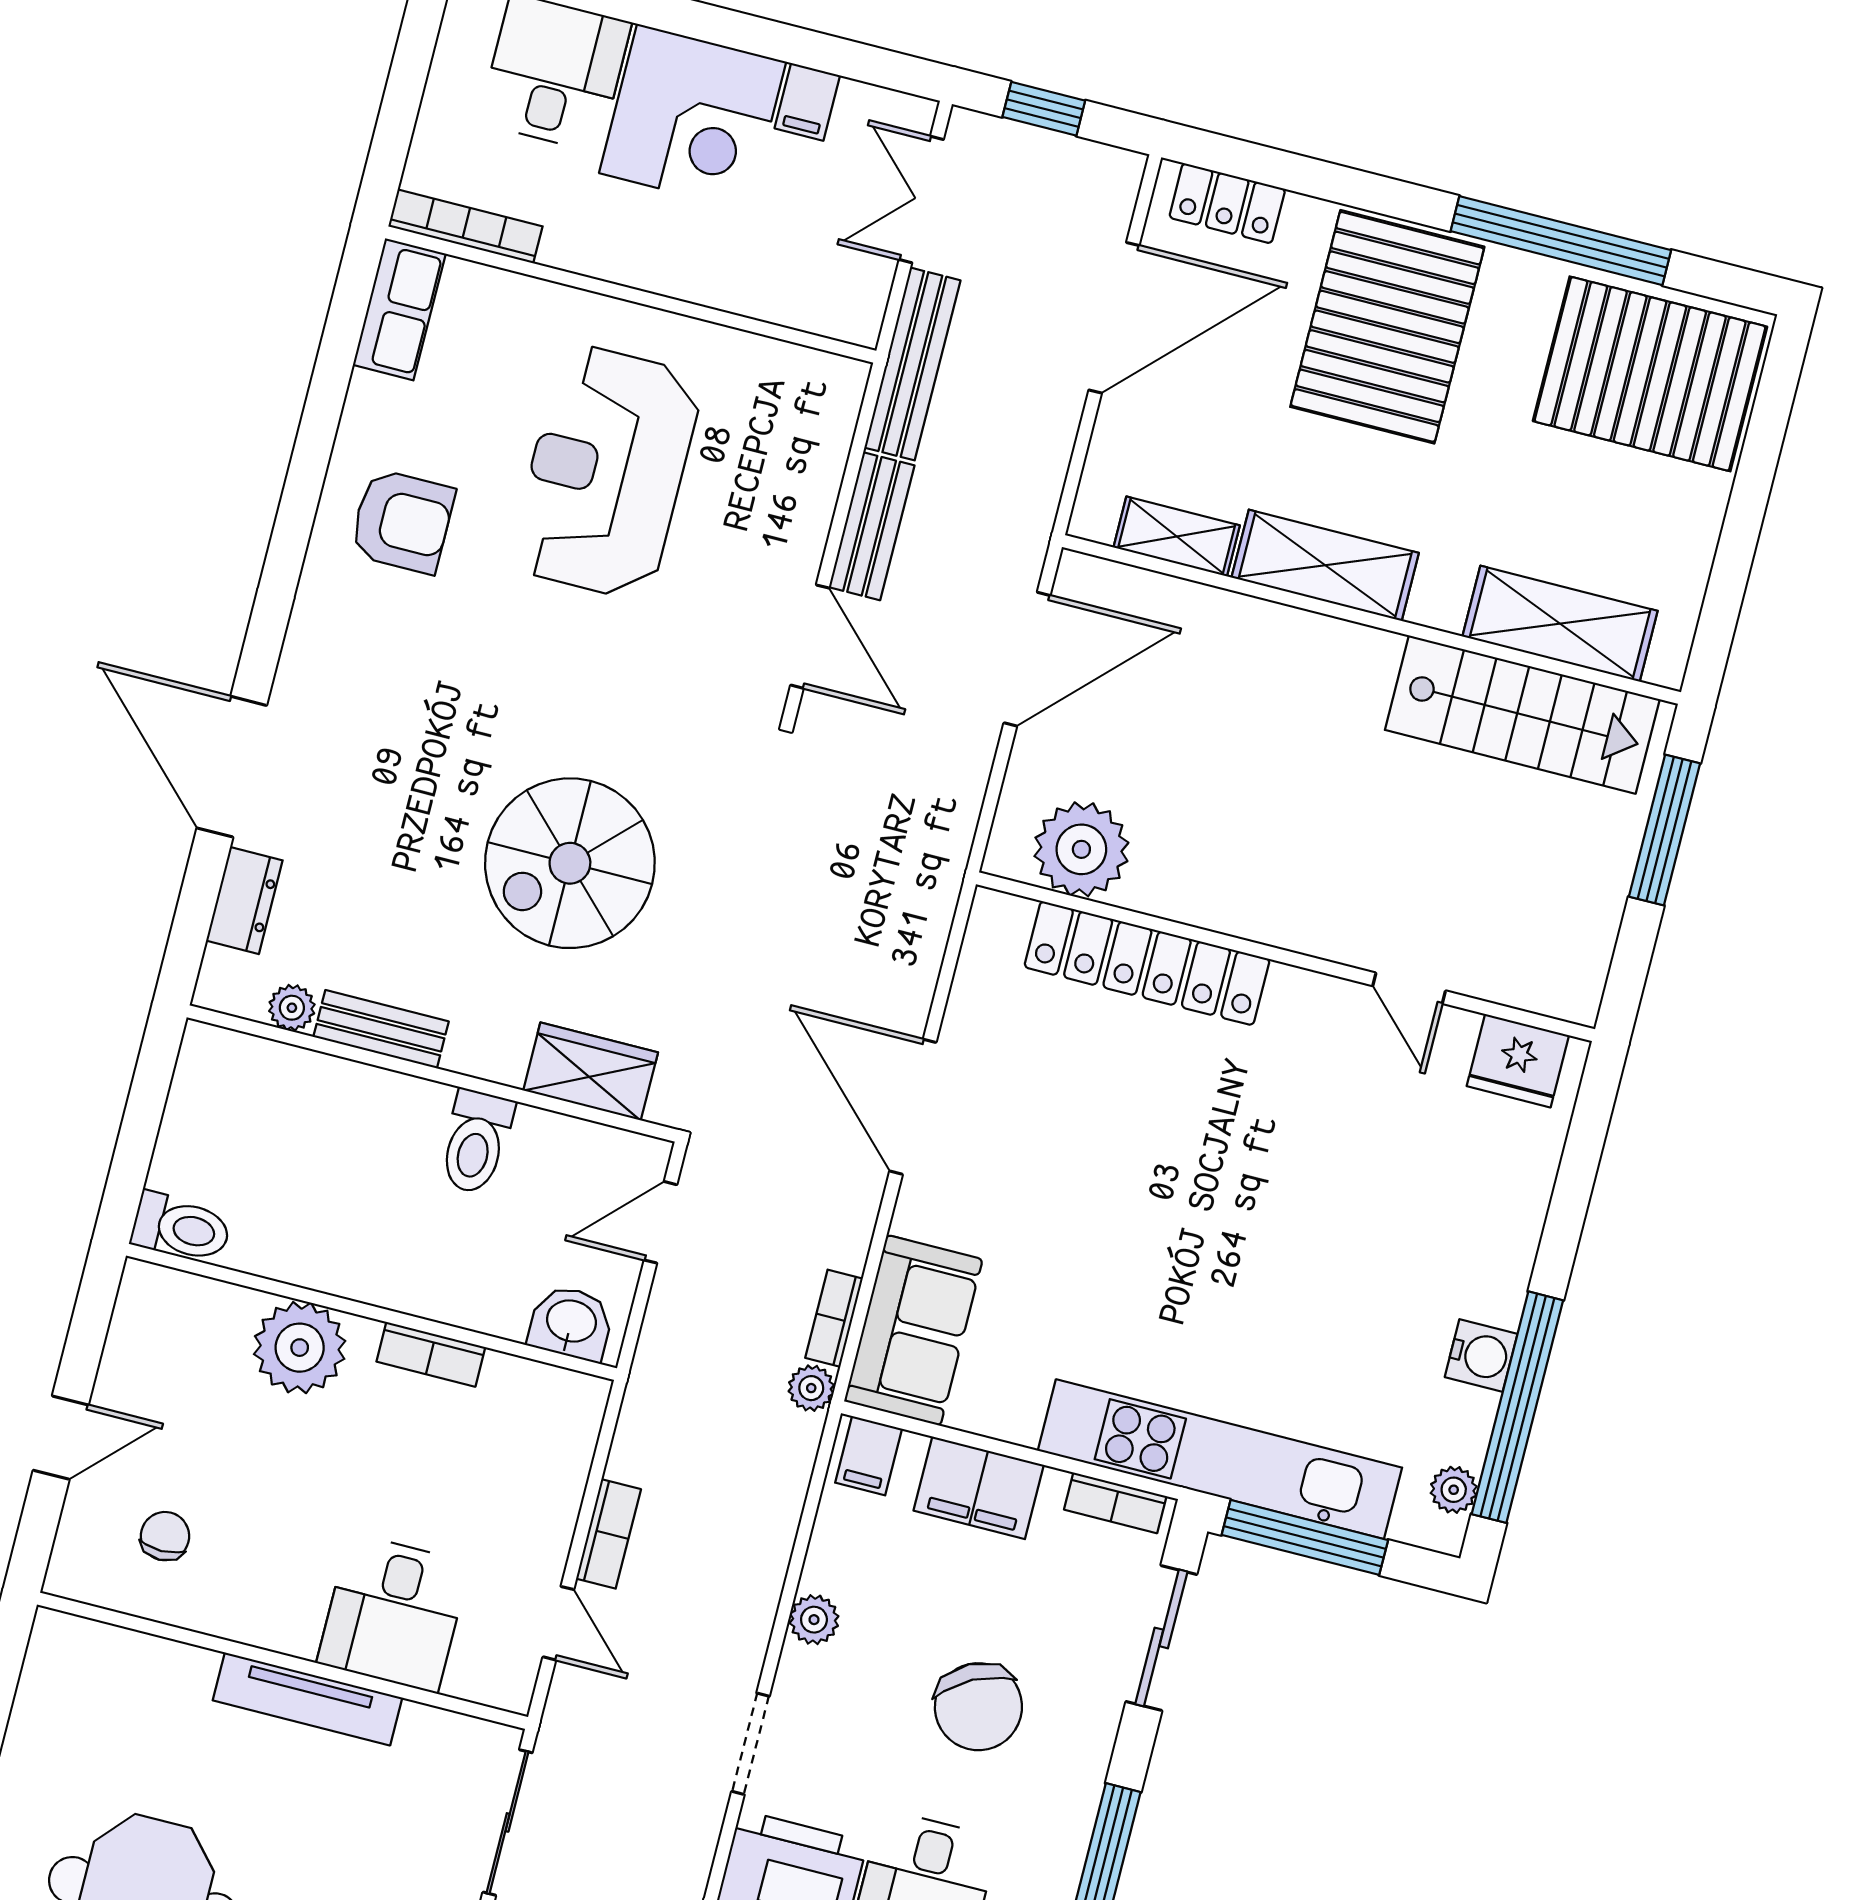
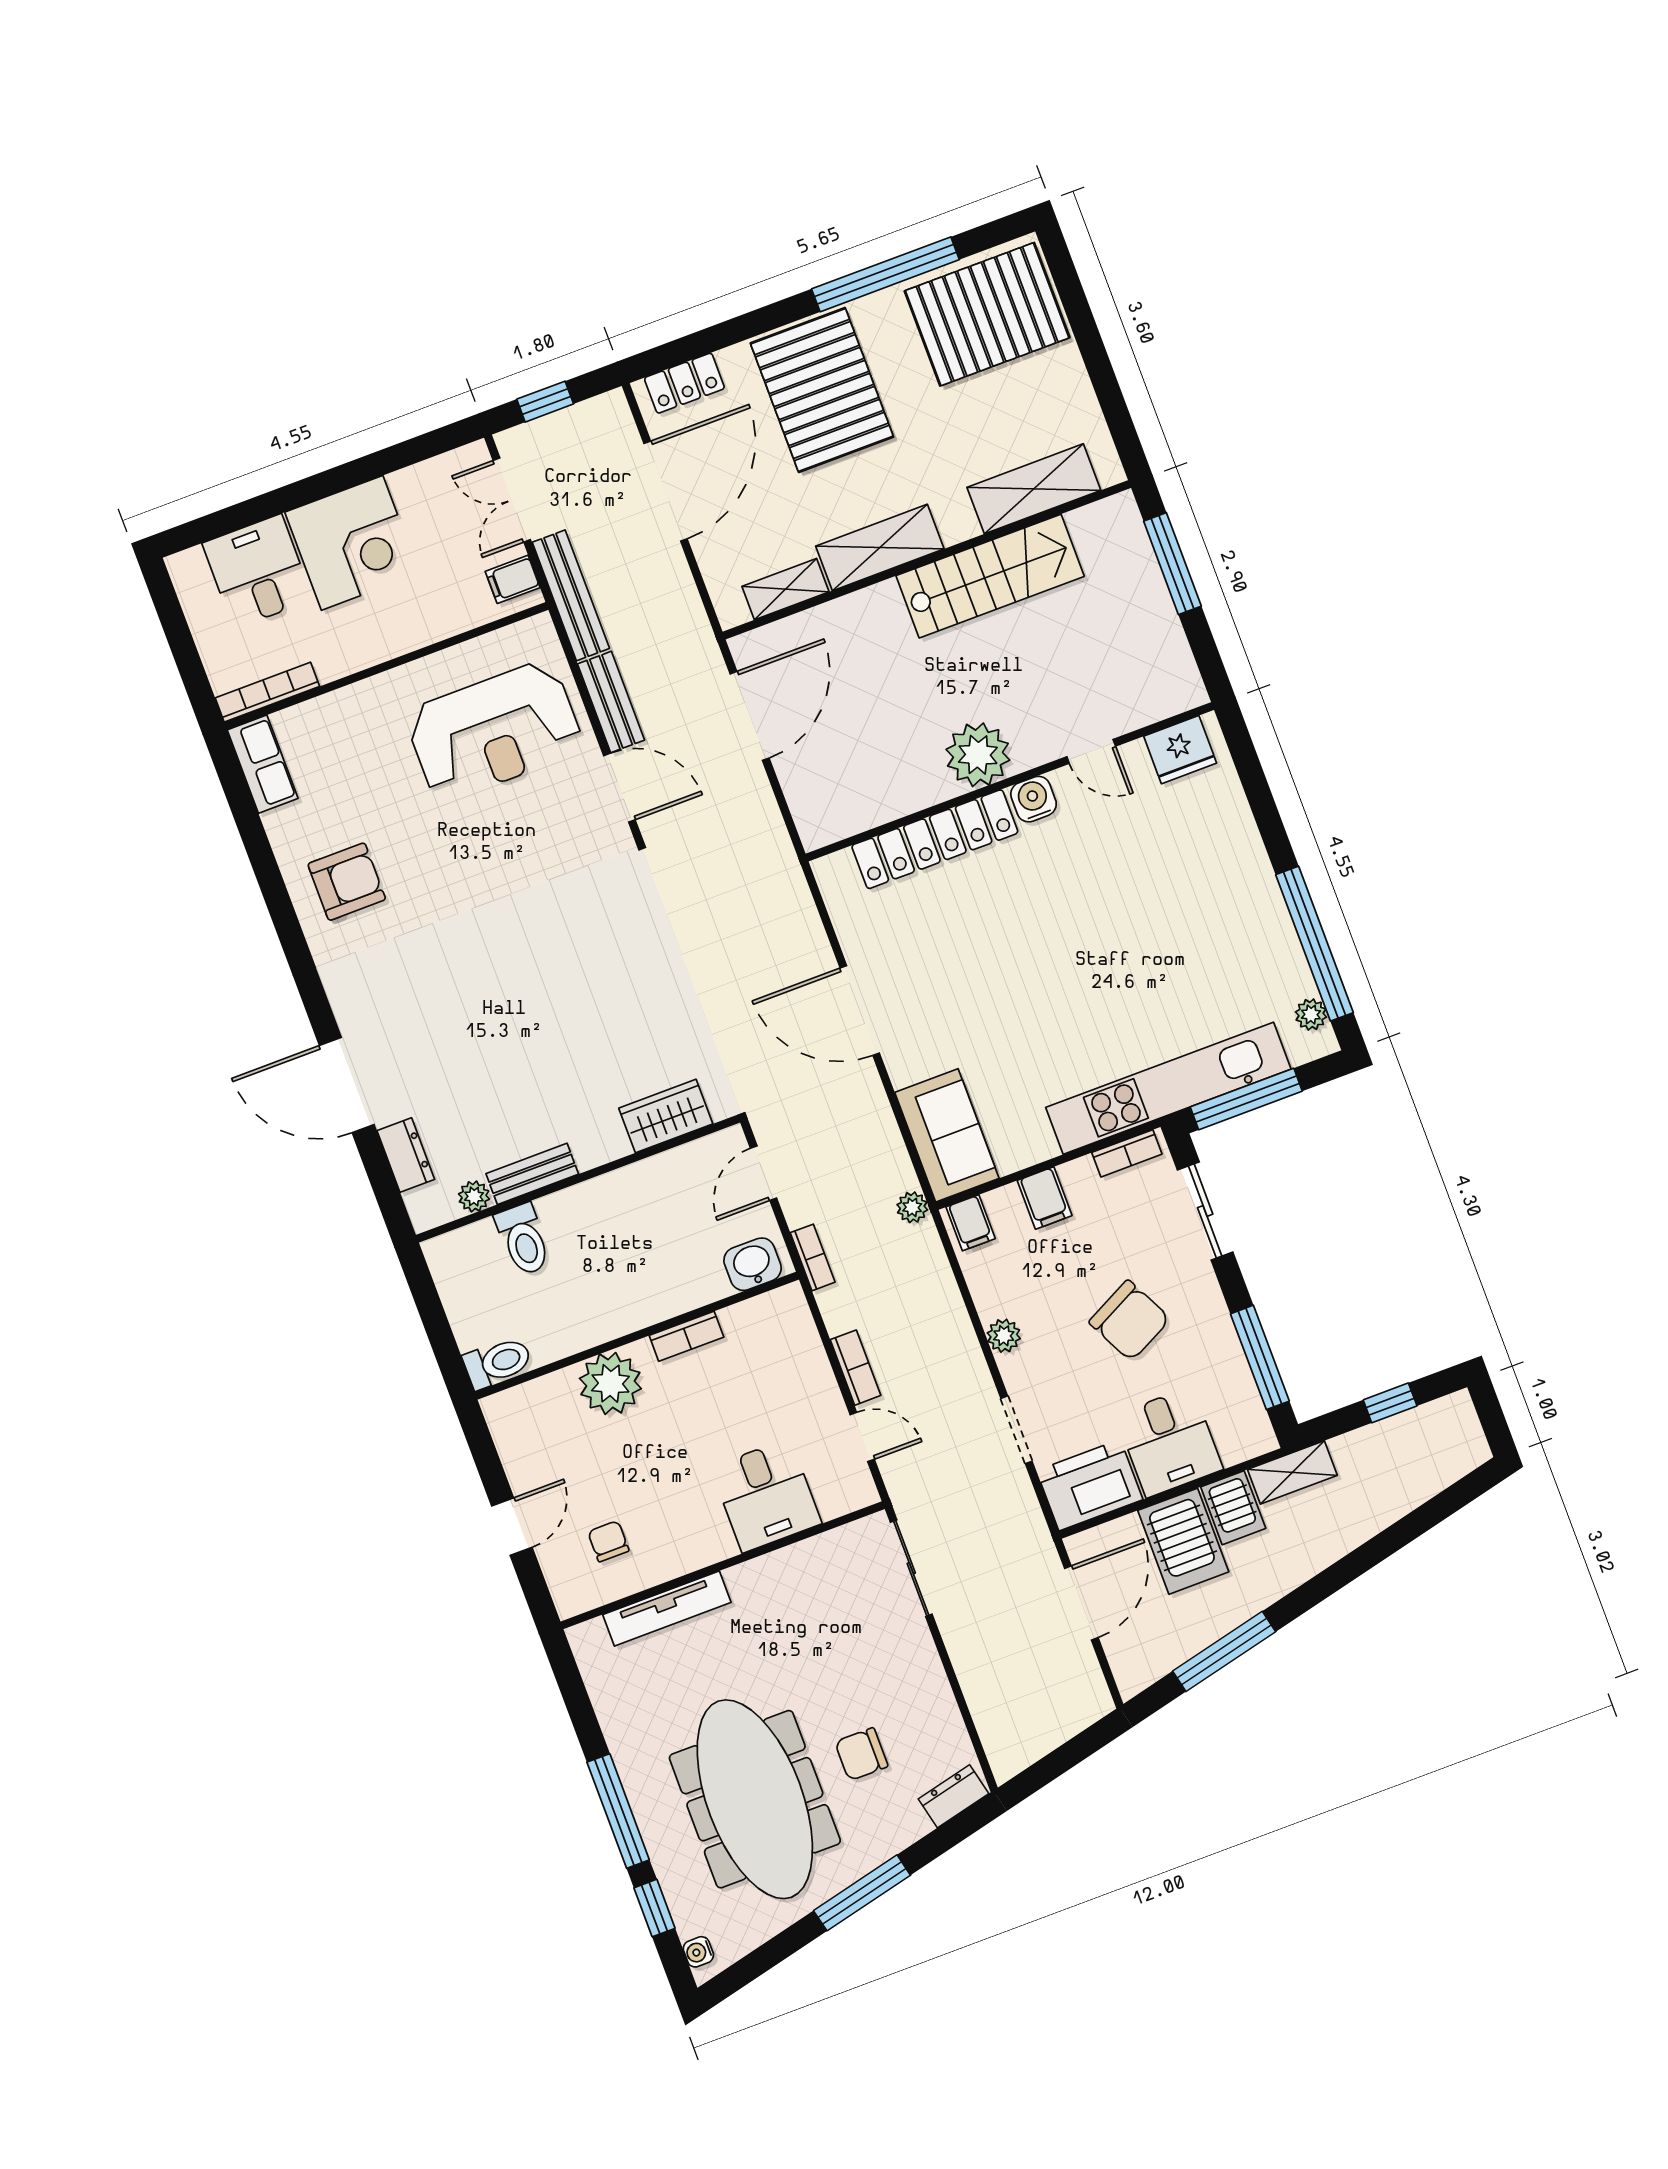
filing cabinet: (807, 102) -> (513, 579), moved, turned 90
reception desk: (606, 472) -> (494, 731), moved, turned -90
stairs: (1522, 715) -> (990, 576), moved
plant: (1081, 849) -> (978, 755), moved
spiral stairs: (570, 863) -> (573, 1008), removed
toilet: (476, 1142) -> (523, 1239), moved
bookcase: (834, 1318) -> (813, 1257), moved, turned 180
water cooler: (1481, 1356) -> (1034, 799), moved, turned -90
filing cabinet: (979, 1488) -> (1045, 1198), width x0.50
tv unit: (307, 1699) -> (667, 1609), moved

